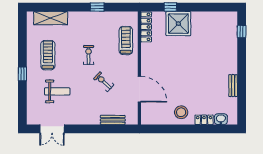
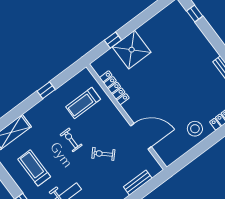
locker: (146, 27) -> (114, 88), moved
treadmill: (126, 40) -> (83, 103), moved, turned -90

